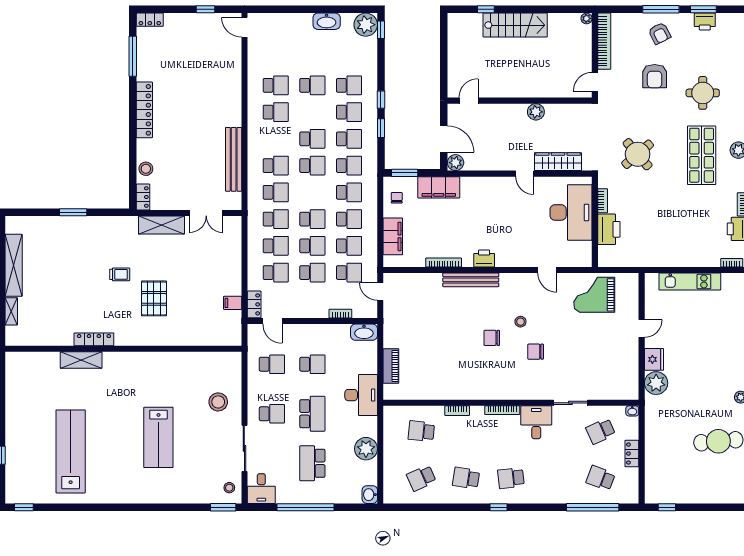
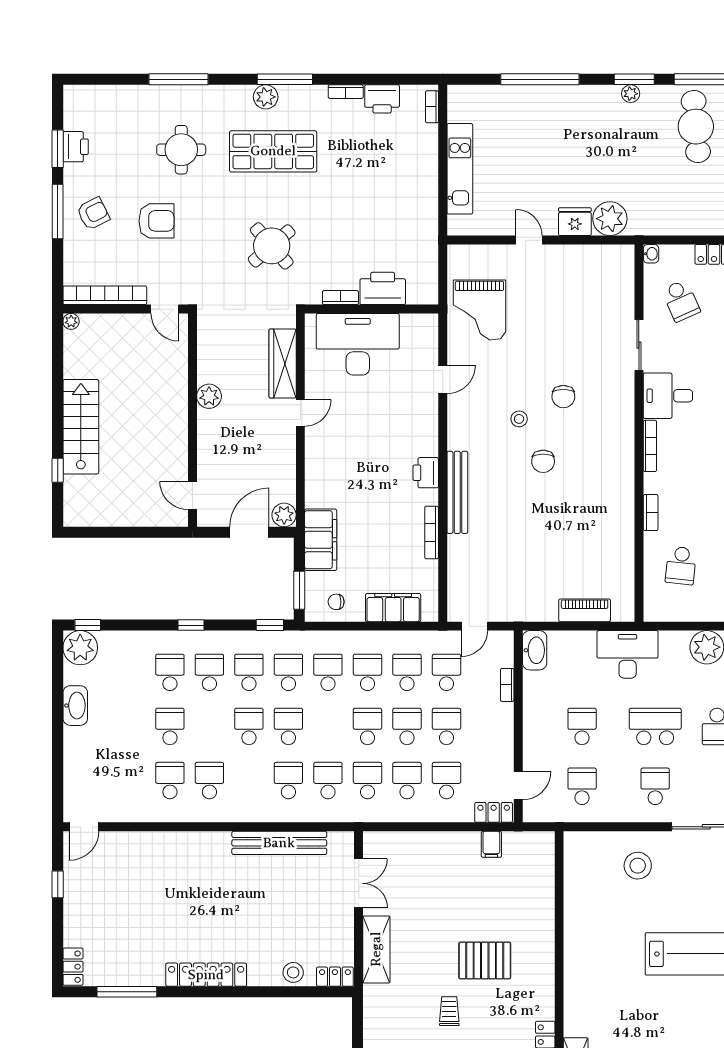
window: (381, 128) -> (270, 625), moved

